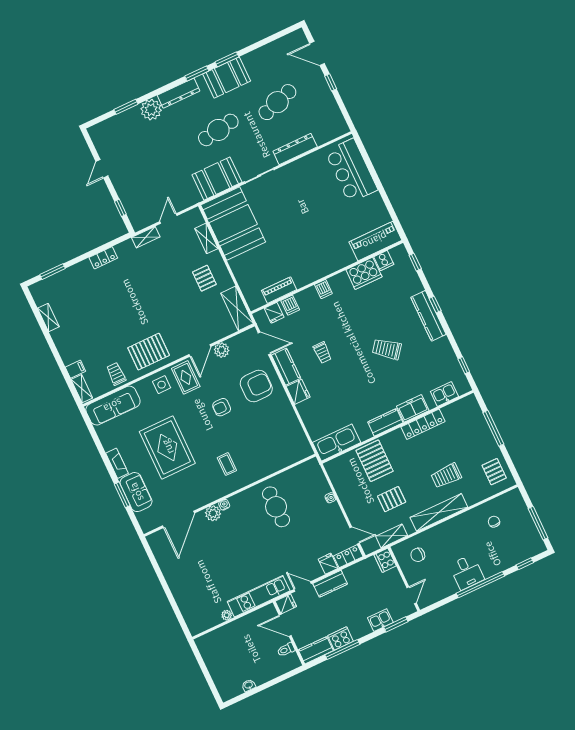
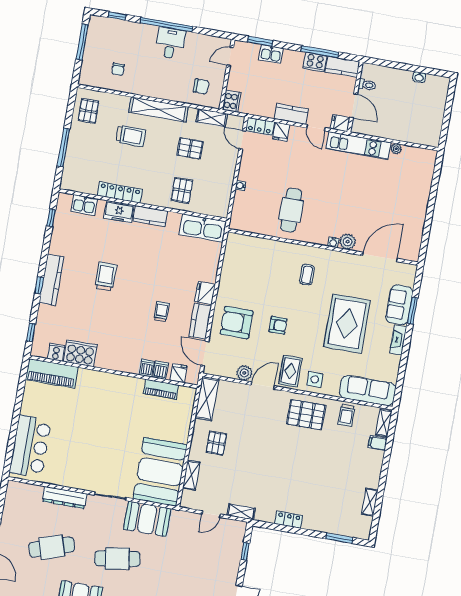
dishwasher: (323, 289) -> (147, 368), moved
trolley: (387, 349) -> (106, 276), turned -128
pallet: (375, 461) -> (182, 190), width x0.67, depth x0.71

